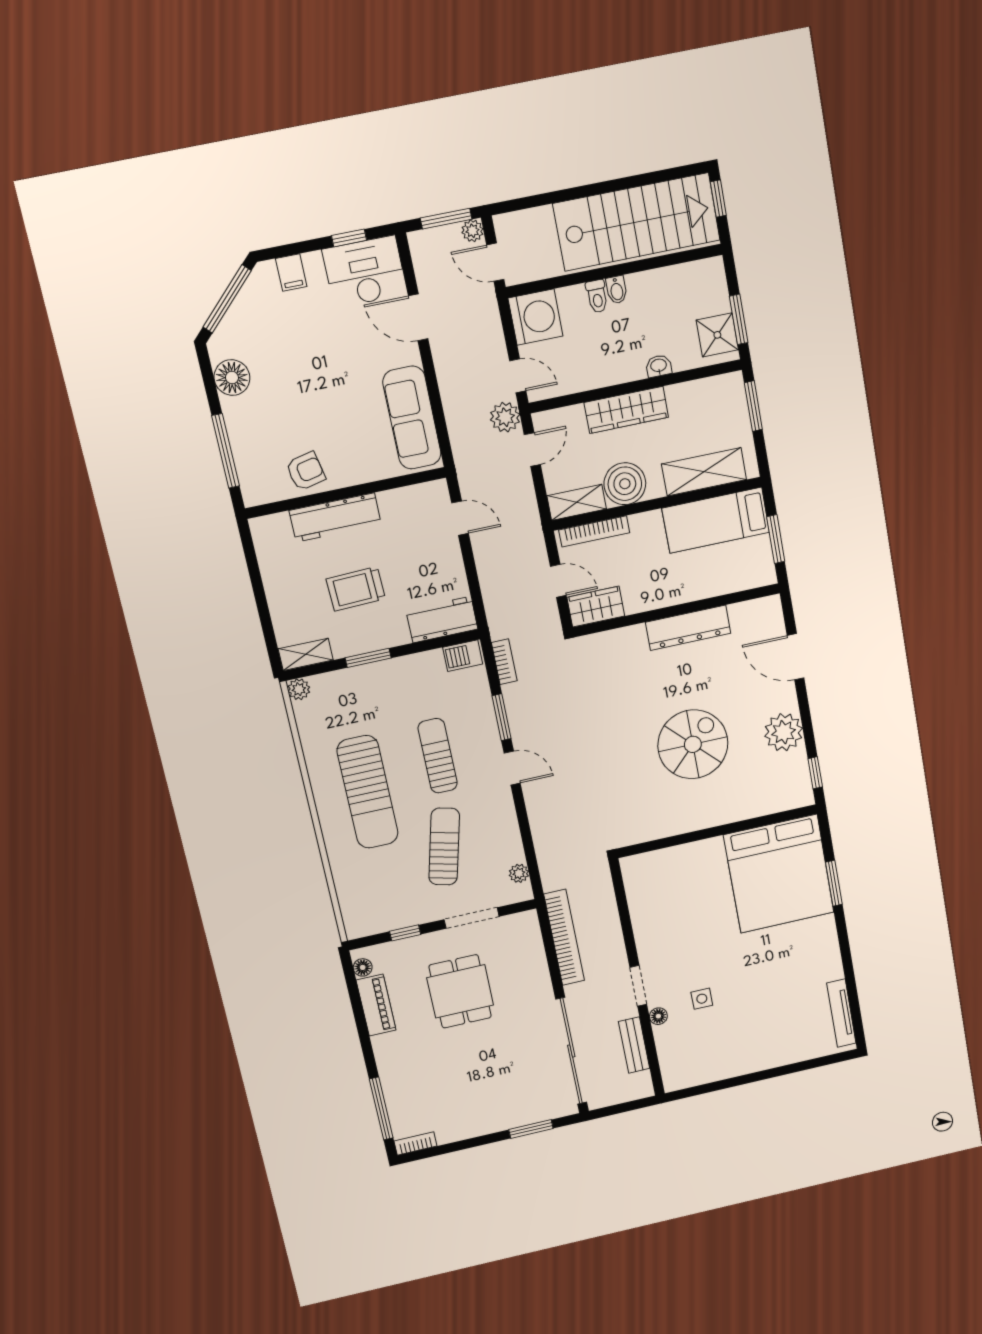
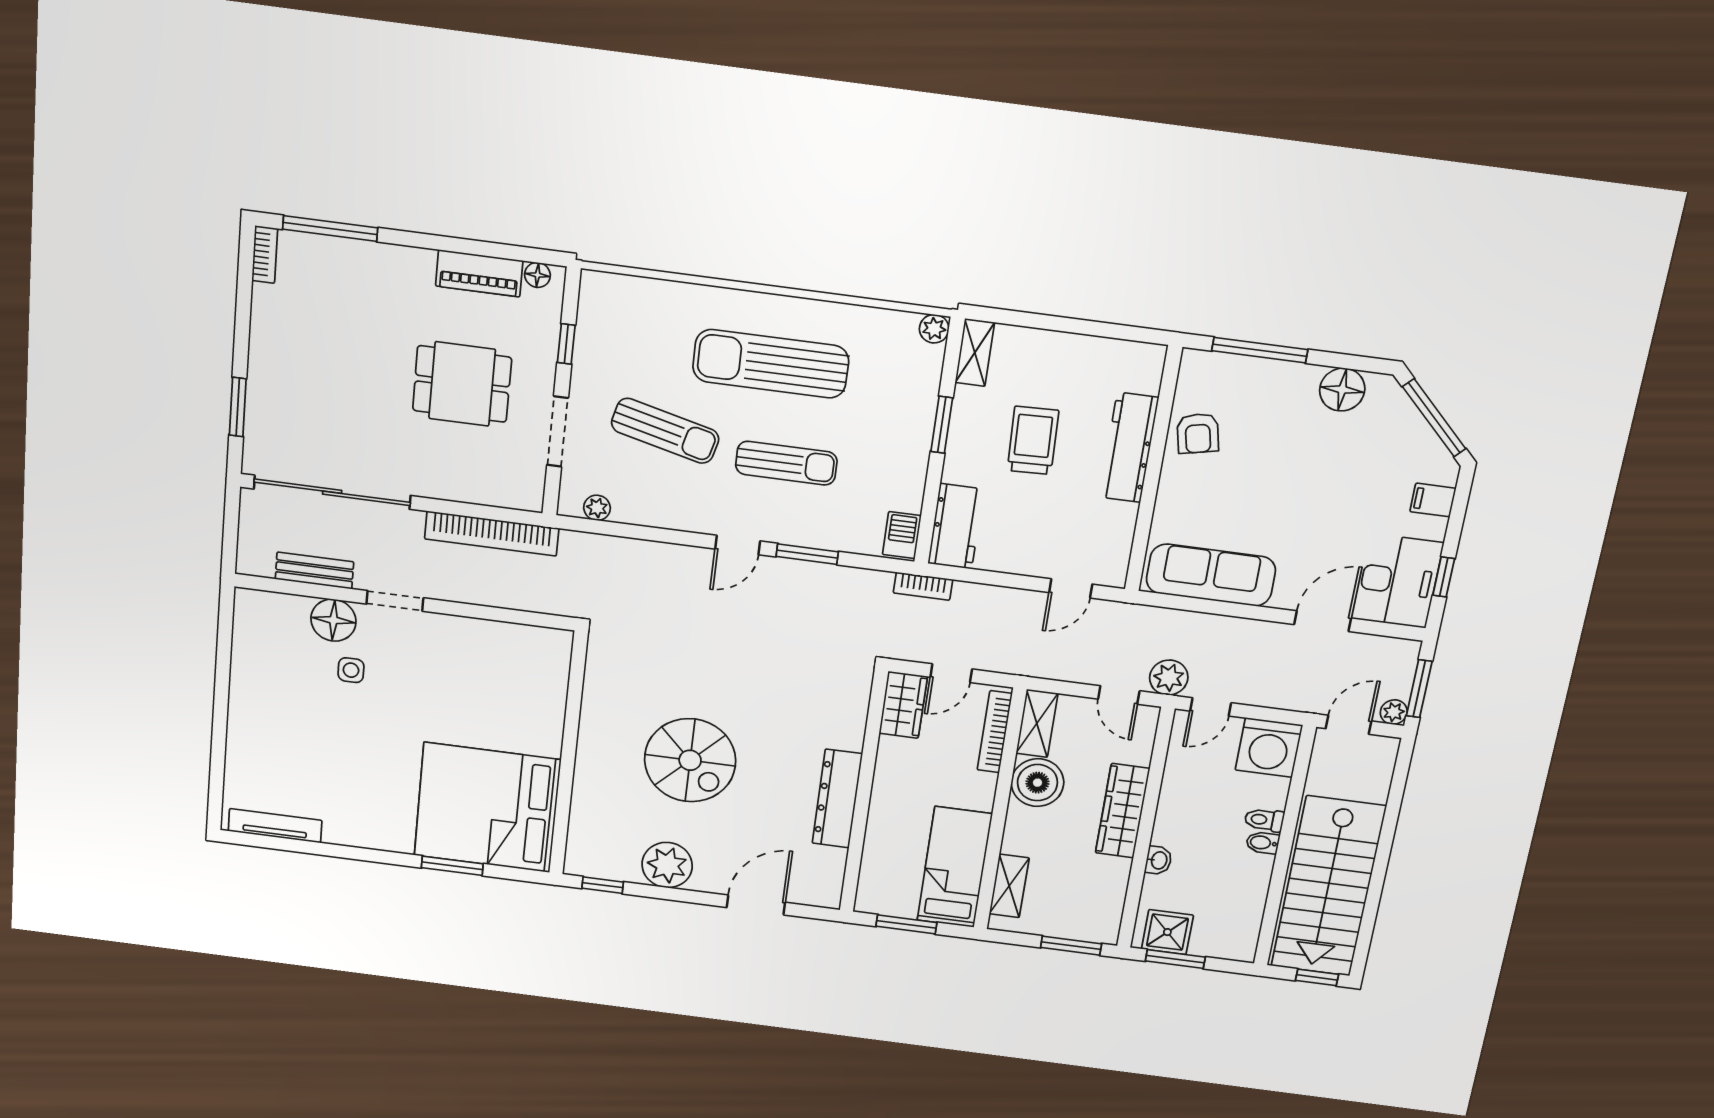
shelving: (704, 472) -> (1009, 886), width x0.67, depth x0.75
bookcase: (504, 662) -> (923, 586), moved
floor lamp: (658, 1016) -> (333, 620), width x1.89, depth x1.89

